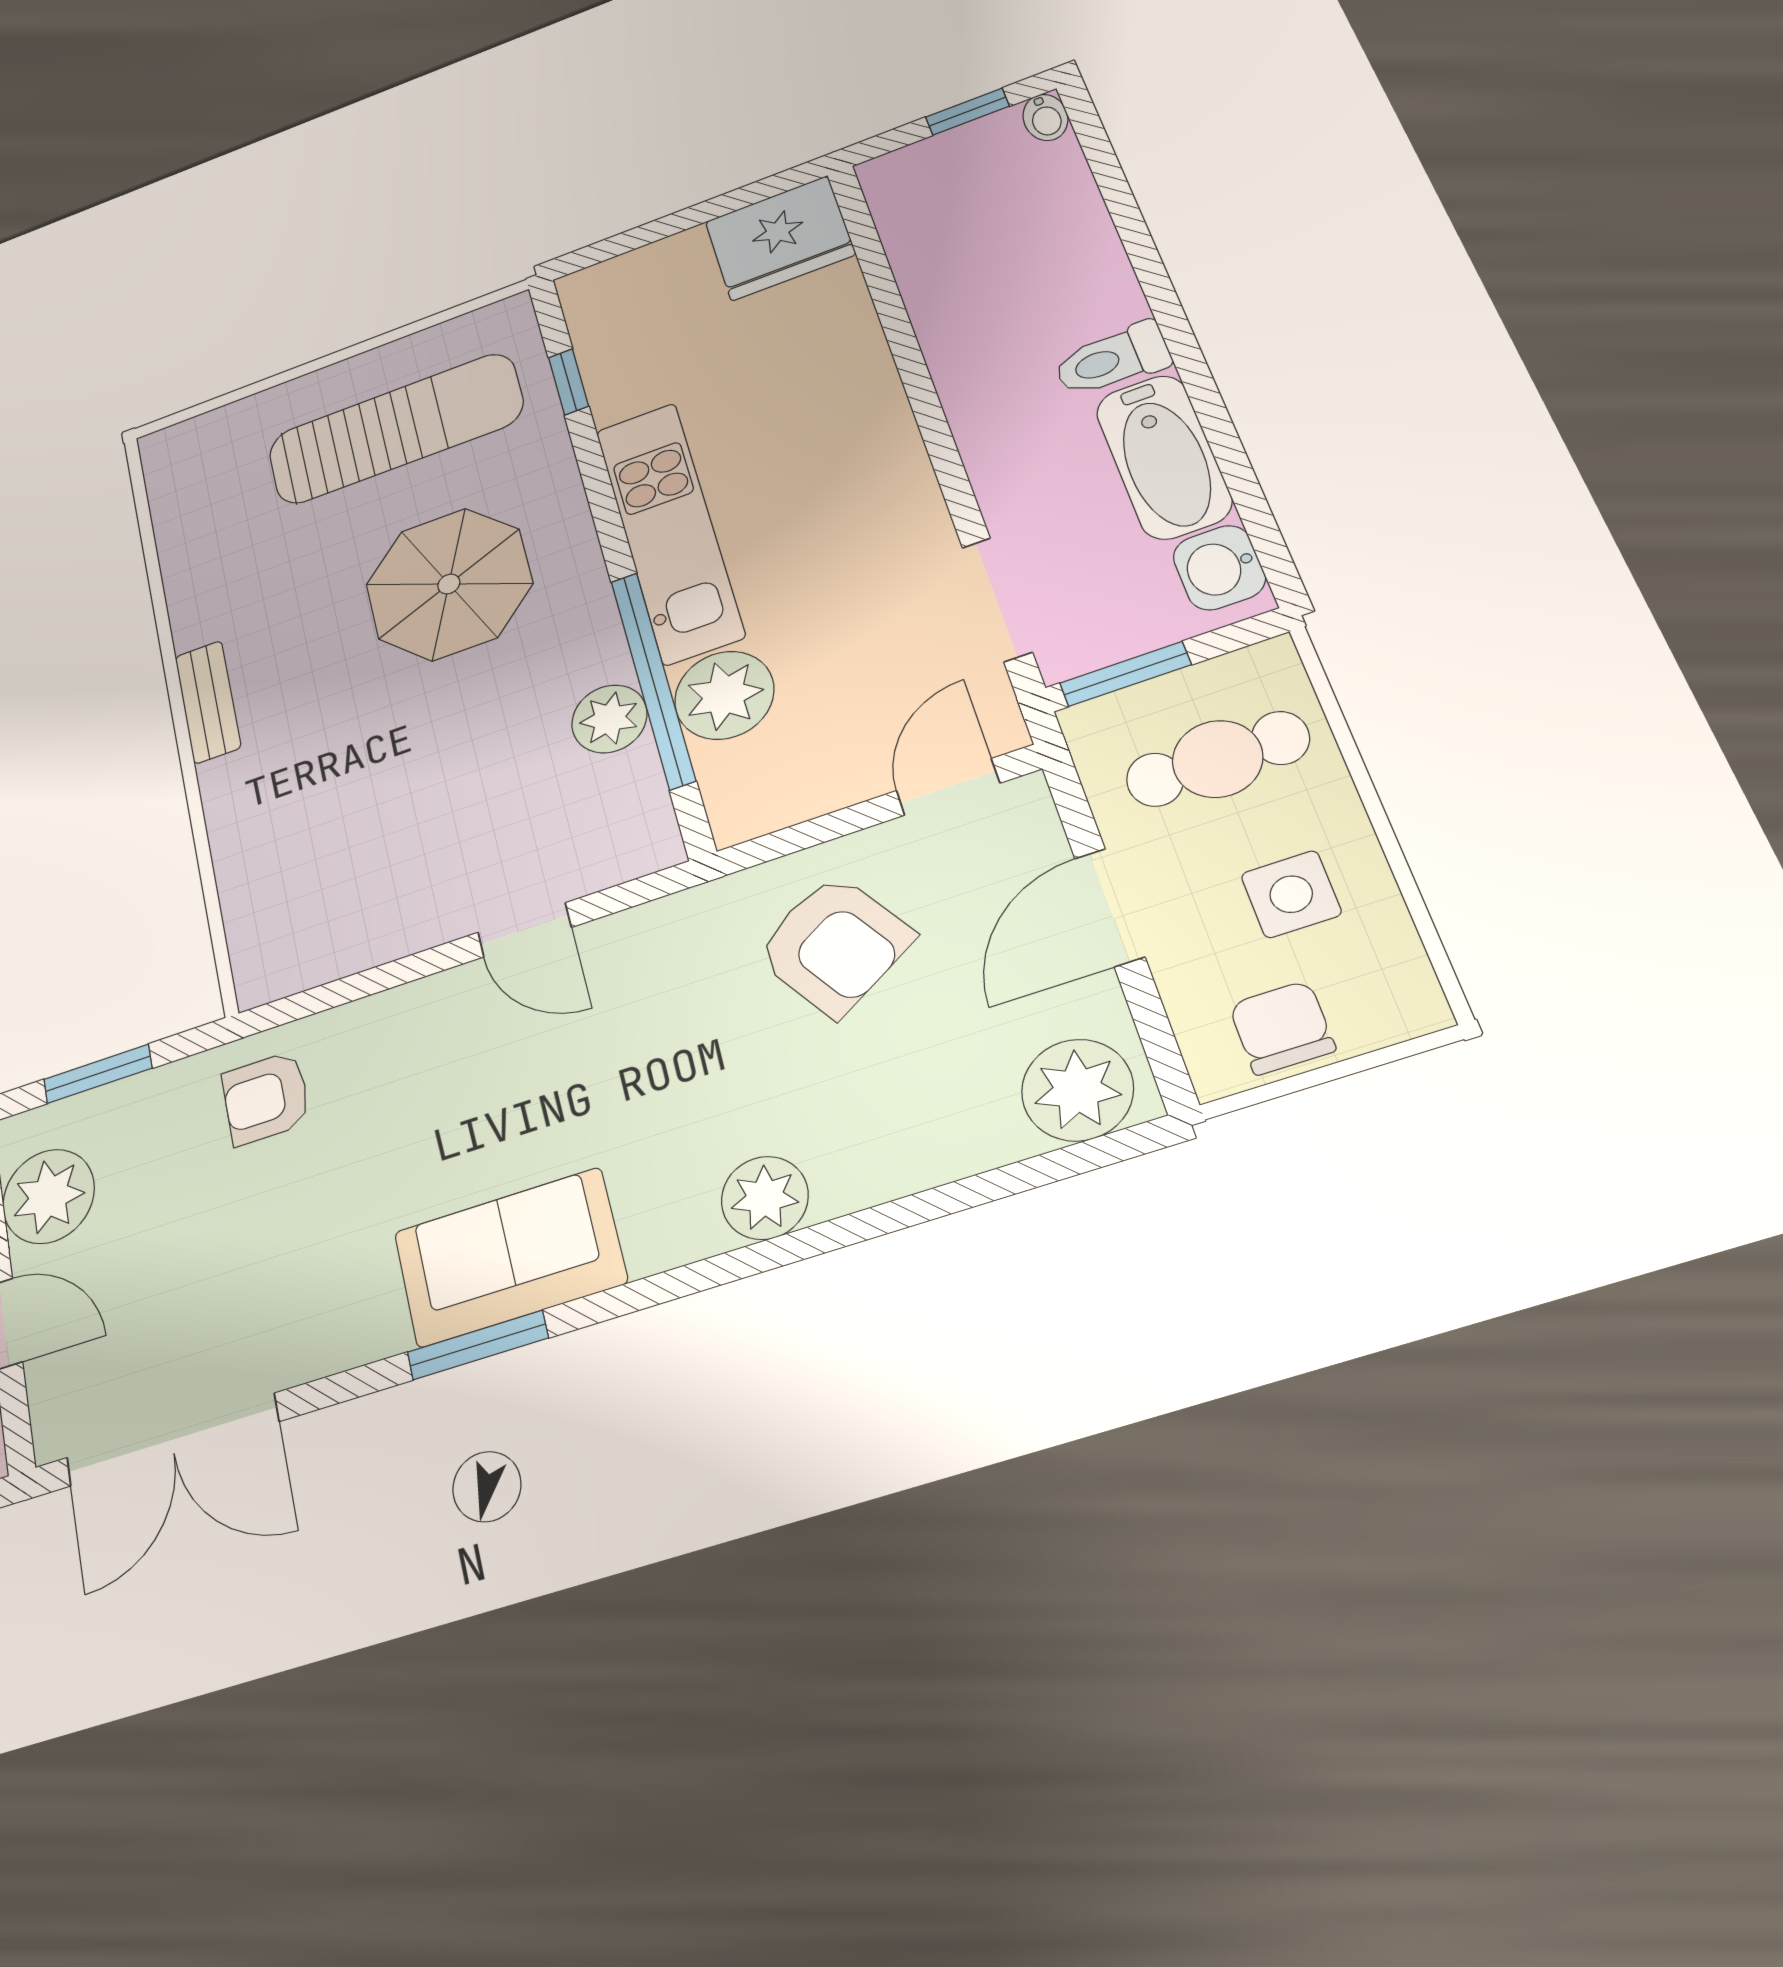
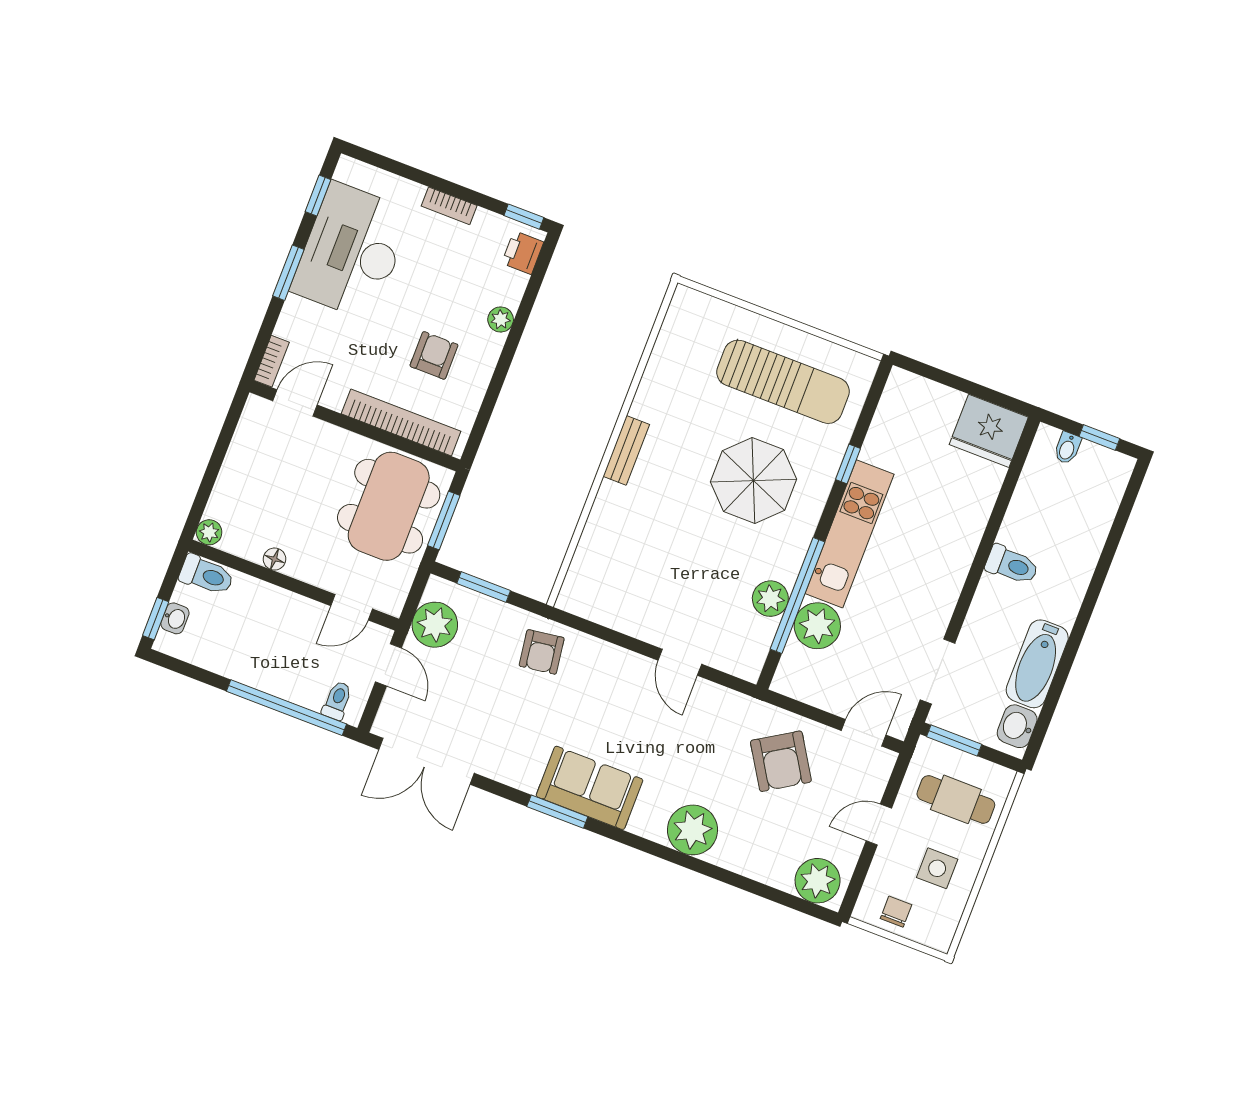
bidet: (1045, 117) -> (1067, 448), moved
toilet: (1112, 360) -> (1012, 565), moved, turned 180
window: (568, 382) -> (848, 464), moved
door: (1110, 907) -> (879, 824), width x0.73
chair: (1282, 1028) -> (896, 912), width x0.73, depth x0.73
armchair: (266, 1098) -> (542, 652), turned -98
plant: (765, 1198) -> (693, 830), width x1.36, depth x1.36

